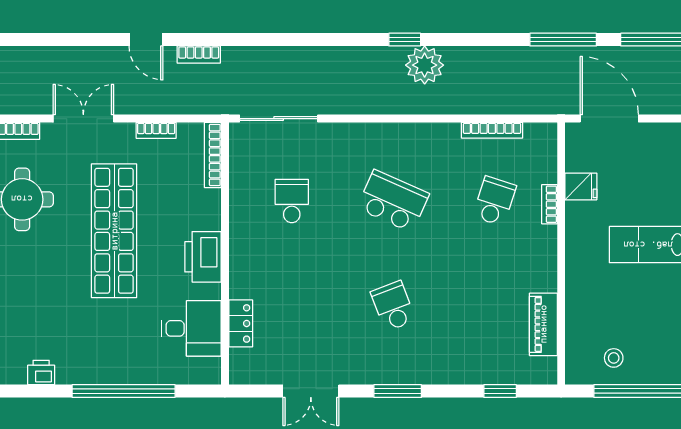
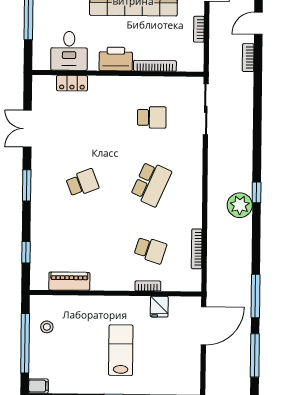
bookcase: (213, 155) -> (155, 66), moved

